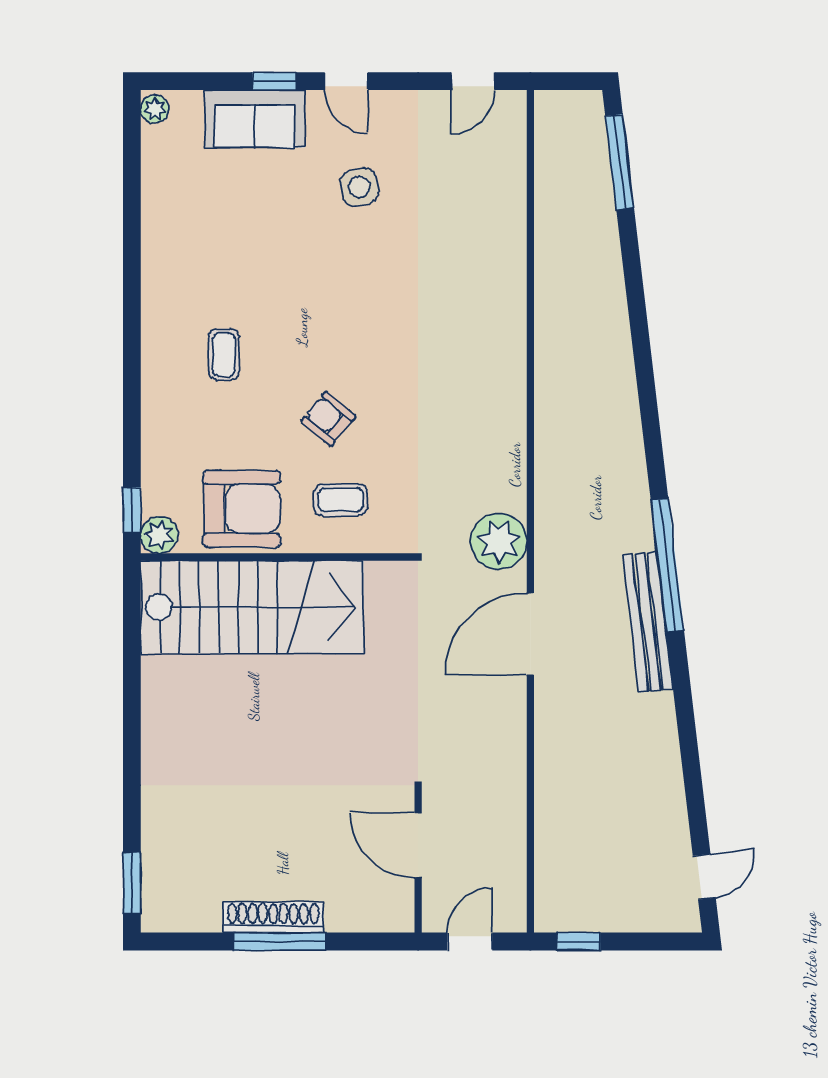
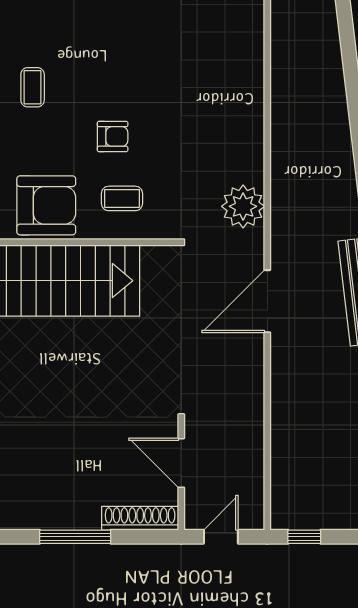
armchair: (328, 419) -> (113, 136), turned 140
plant: (499, 541) -> (243, 206), moved
shoe rack: (273, 917) -> (140, 518), moved

